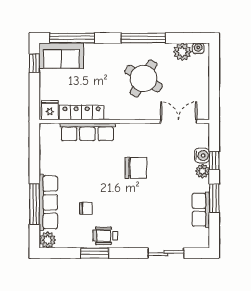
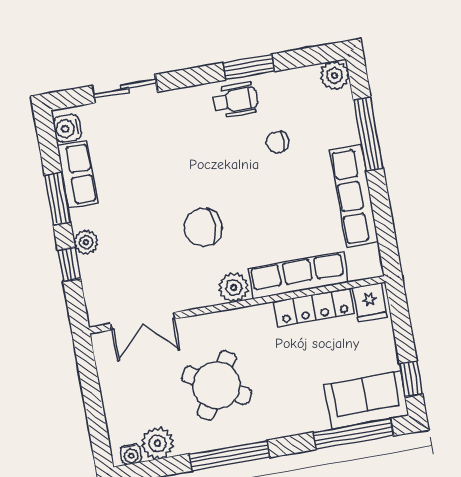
plant: (125, 131) -> (234, 287), added
water cooler: (202, 156) -> (67, 128), moved
row of seats: (48, 202) -> (354, 196), moved

